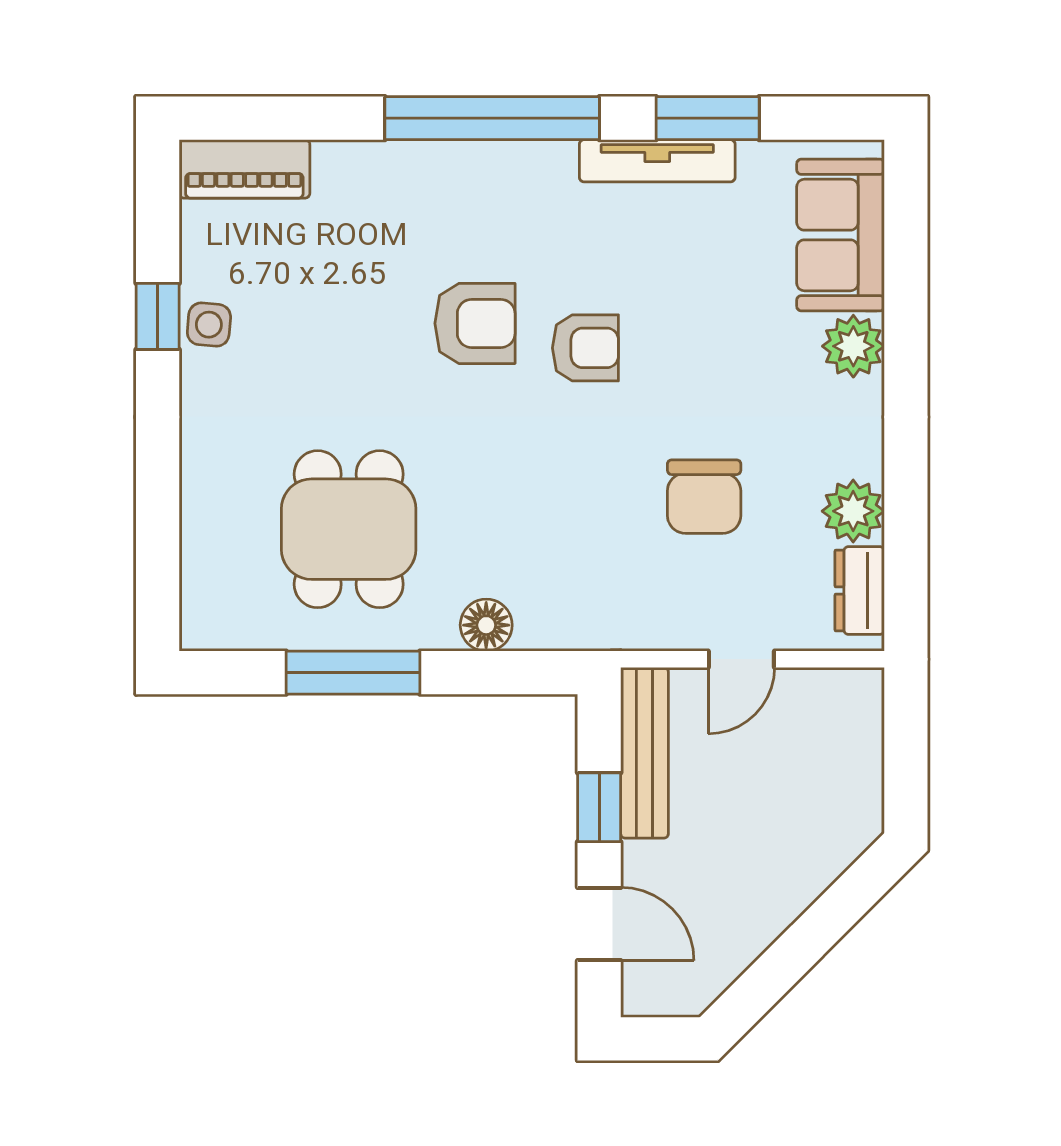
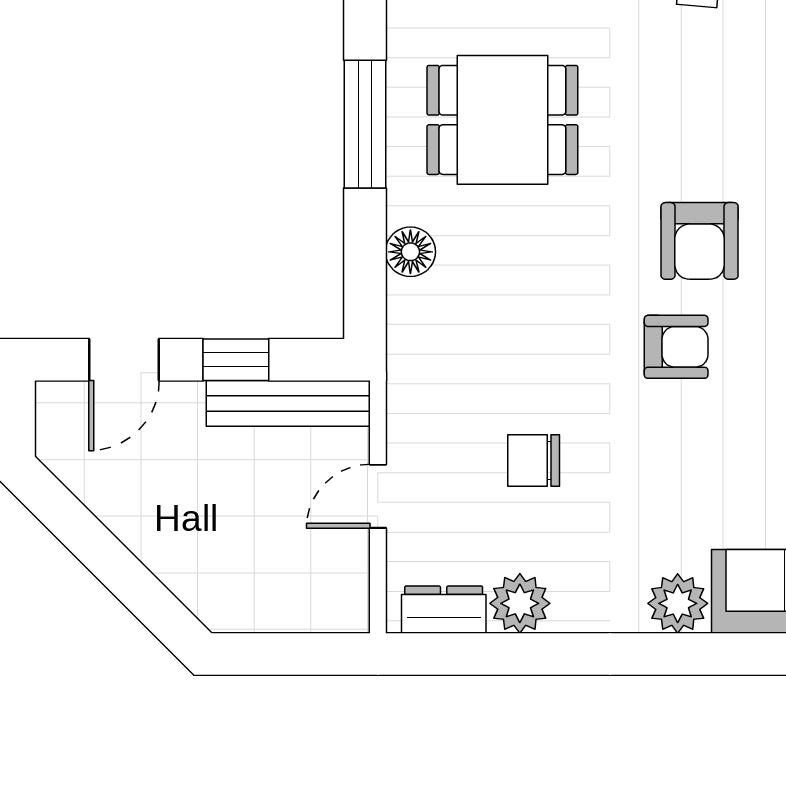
armchair: (585, 348) -> (676, 347), turned -90
chair: (704, 497) -> (534, 461), width x0.73, depth x0.73
door: (741, 659) -> (378, 496), hinge flipped

